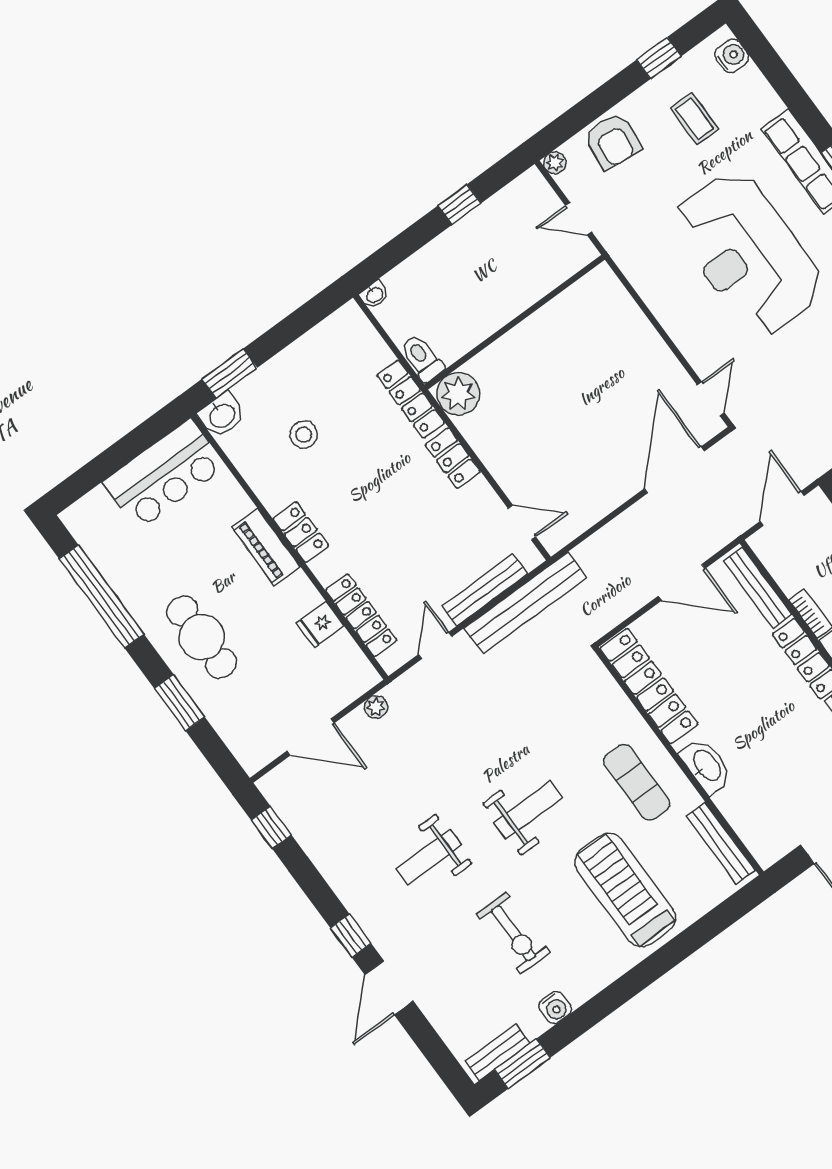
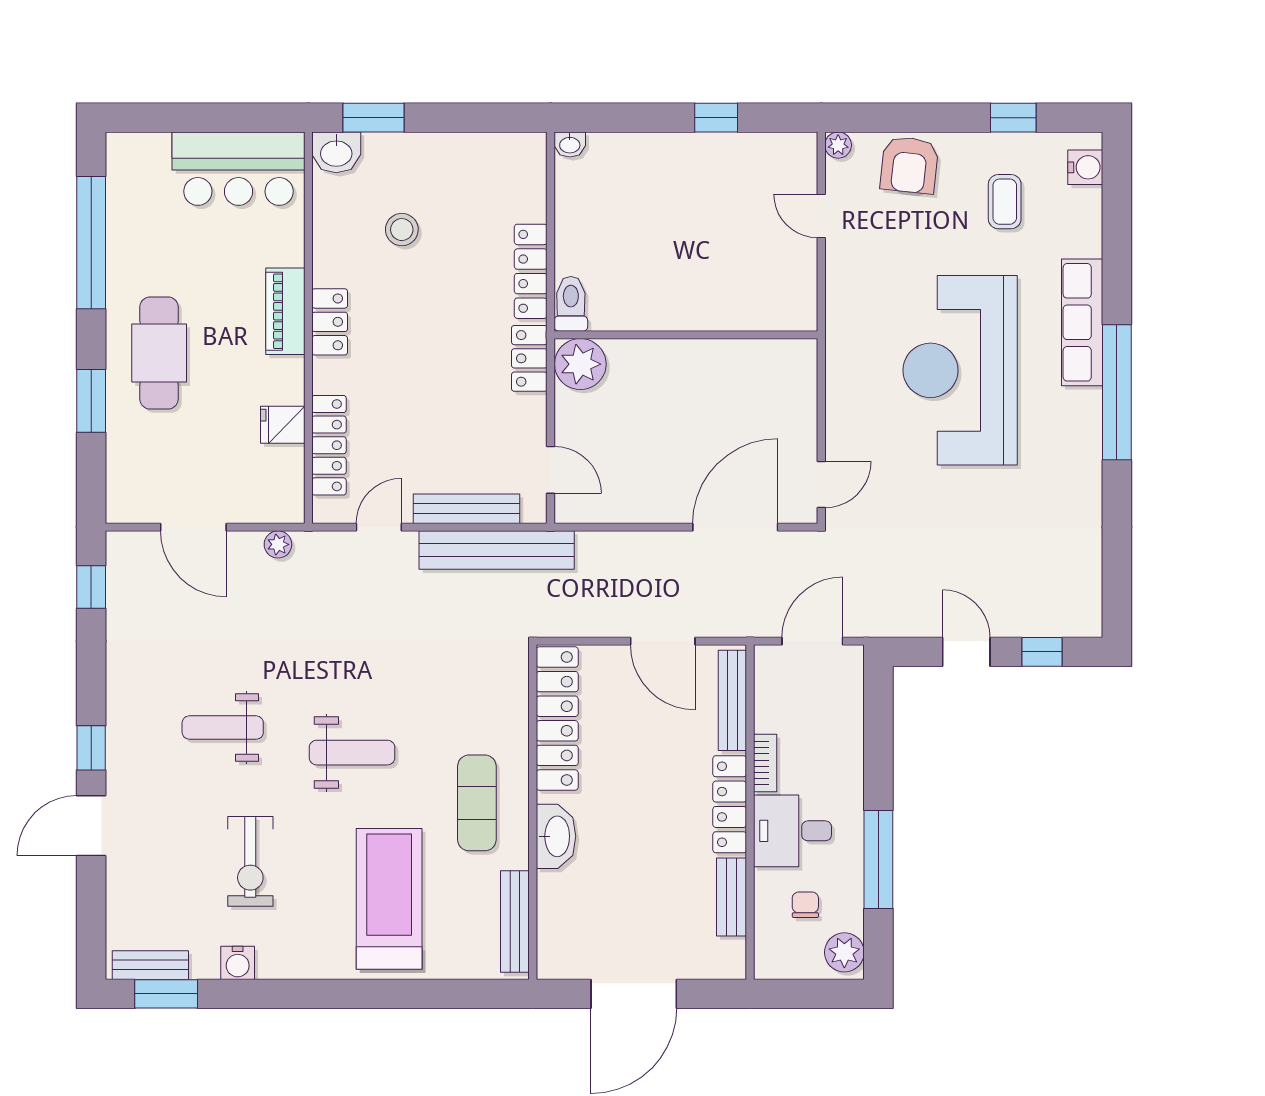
wall: (515, 322) -> (686, 335), moved
toilet: (422, 358) -> (571, 304), moved
plant: (458, 394) -> (580, 364), moved

